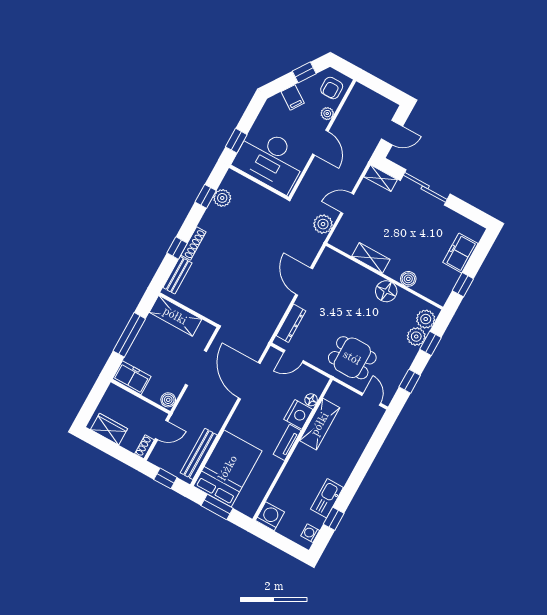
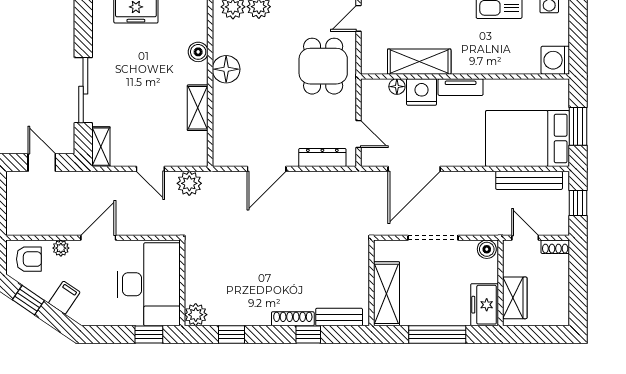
plant: (222, 198) -> (196, 315), moved
wardrobe: (109, 429) -> (515, 298), moved, turned 180

